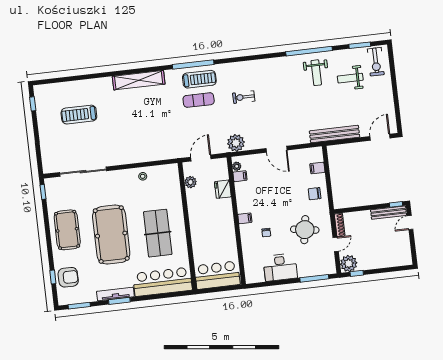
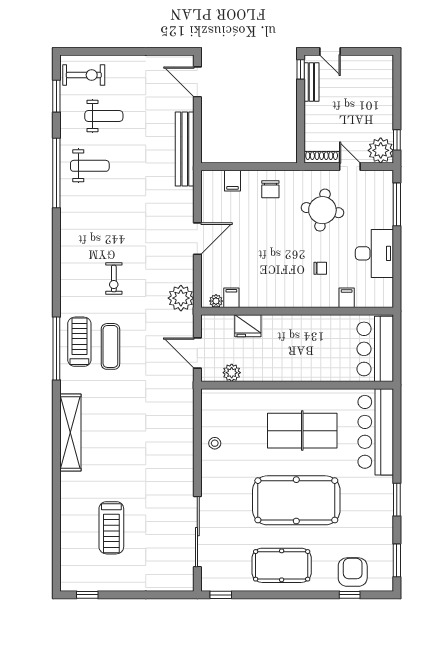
weight bench: (350, 78) -> (104, 116), turned -90
bench: (389, 213) -> (311, 82), width x0.73
filing cabinet: (245, 218) -> (347, 298), moved
tv unit: (115, 294) -> (386, 504), removed

